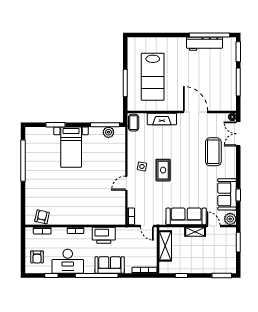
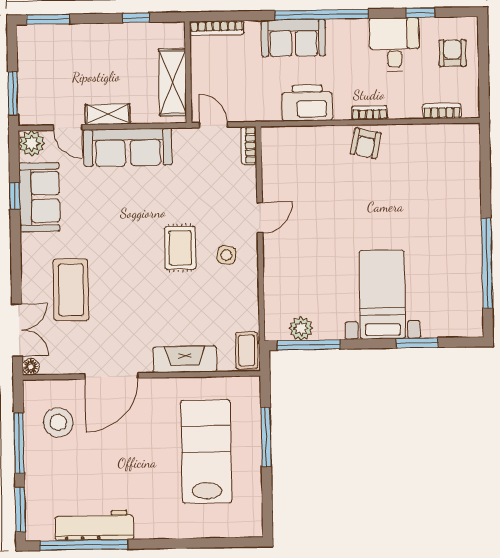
stool: (220, 91) -> (58, 422), added
door: (196, 112) -> (111, 376), hinge flipped
armchair: (42, 217) -> (366, 143), moved
desk: (68, 261) -> (394, 45), width x0.73

